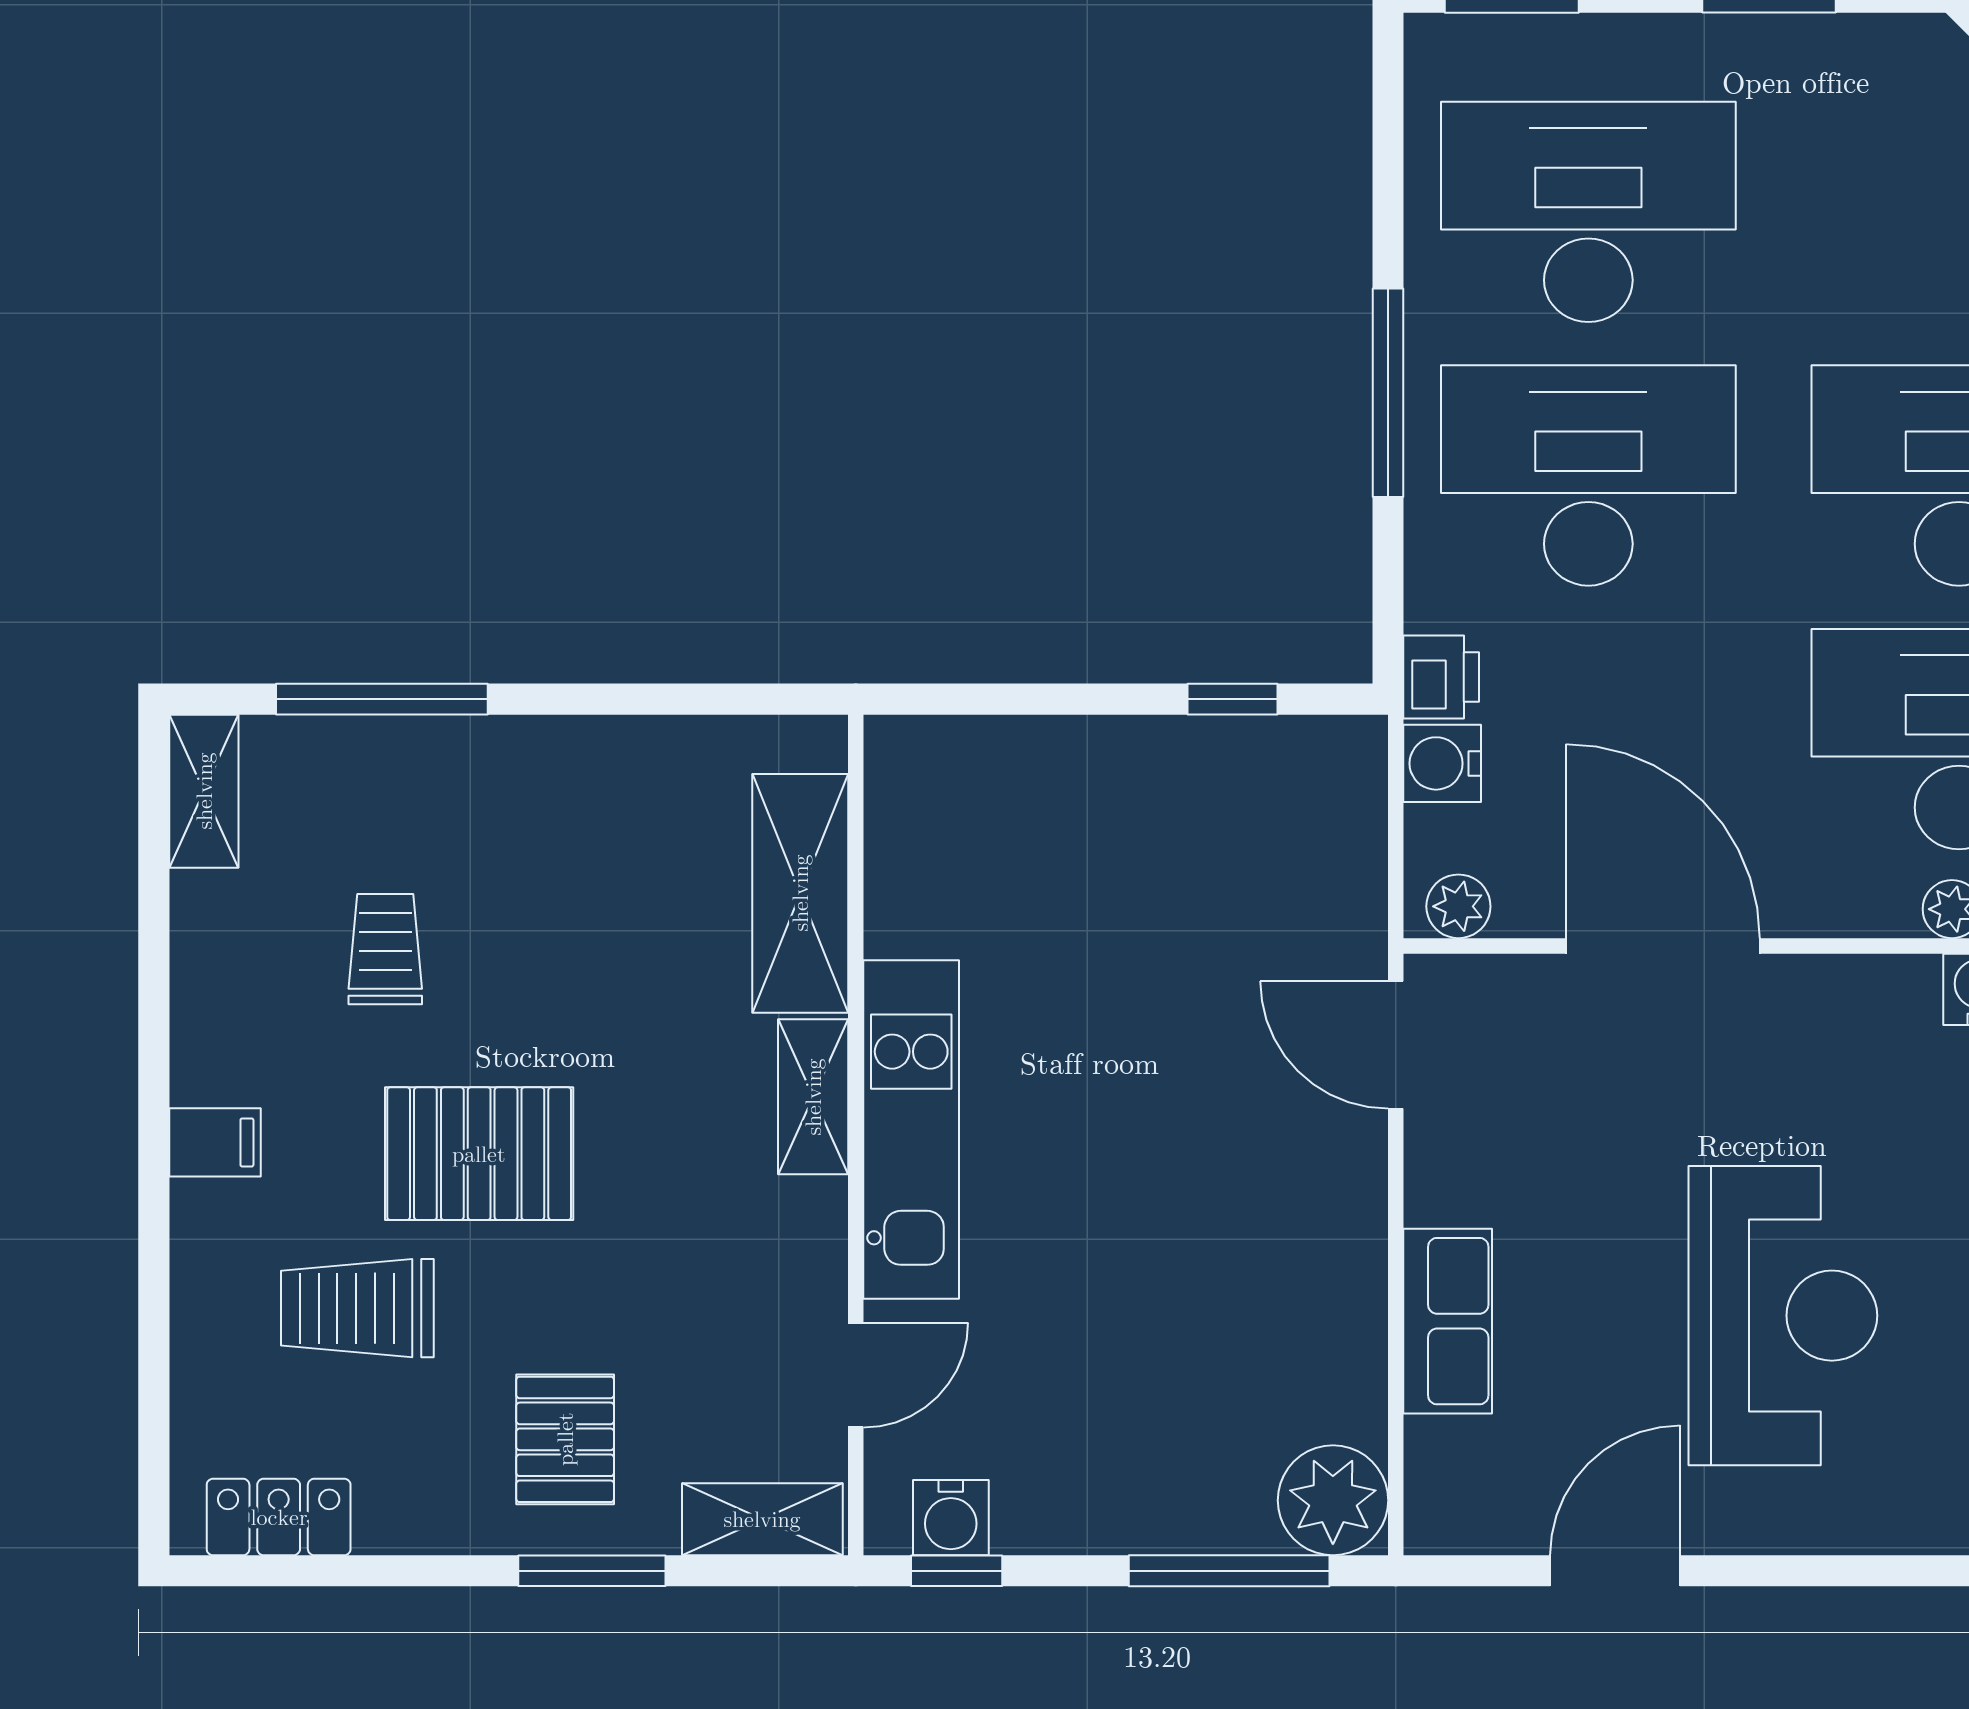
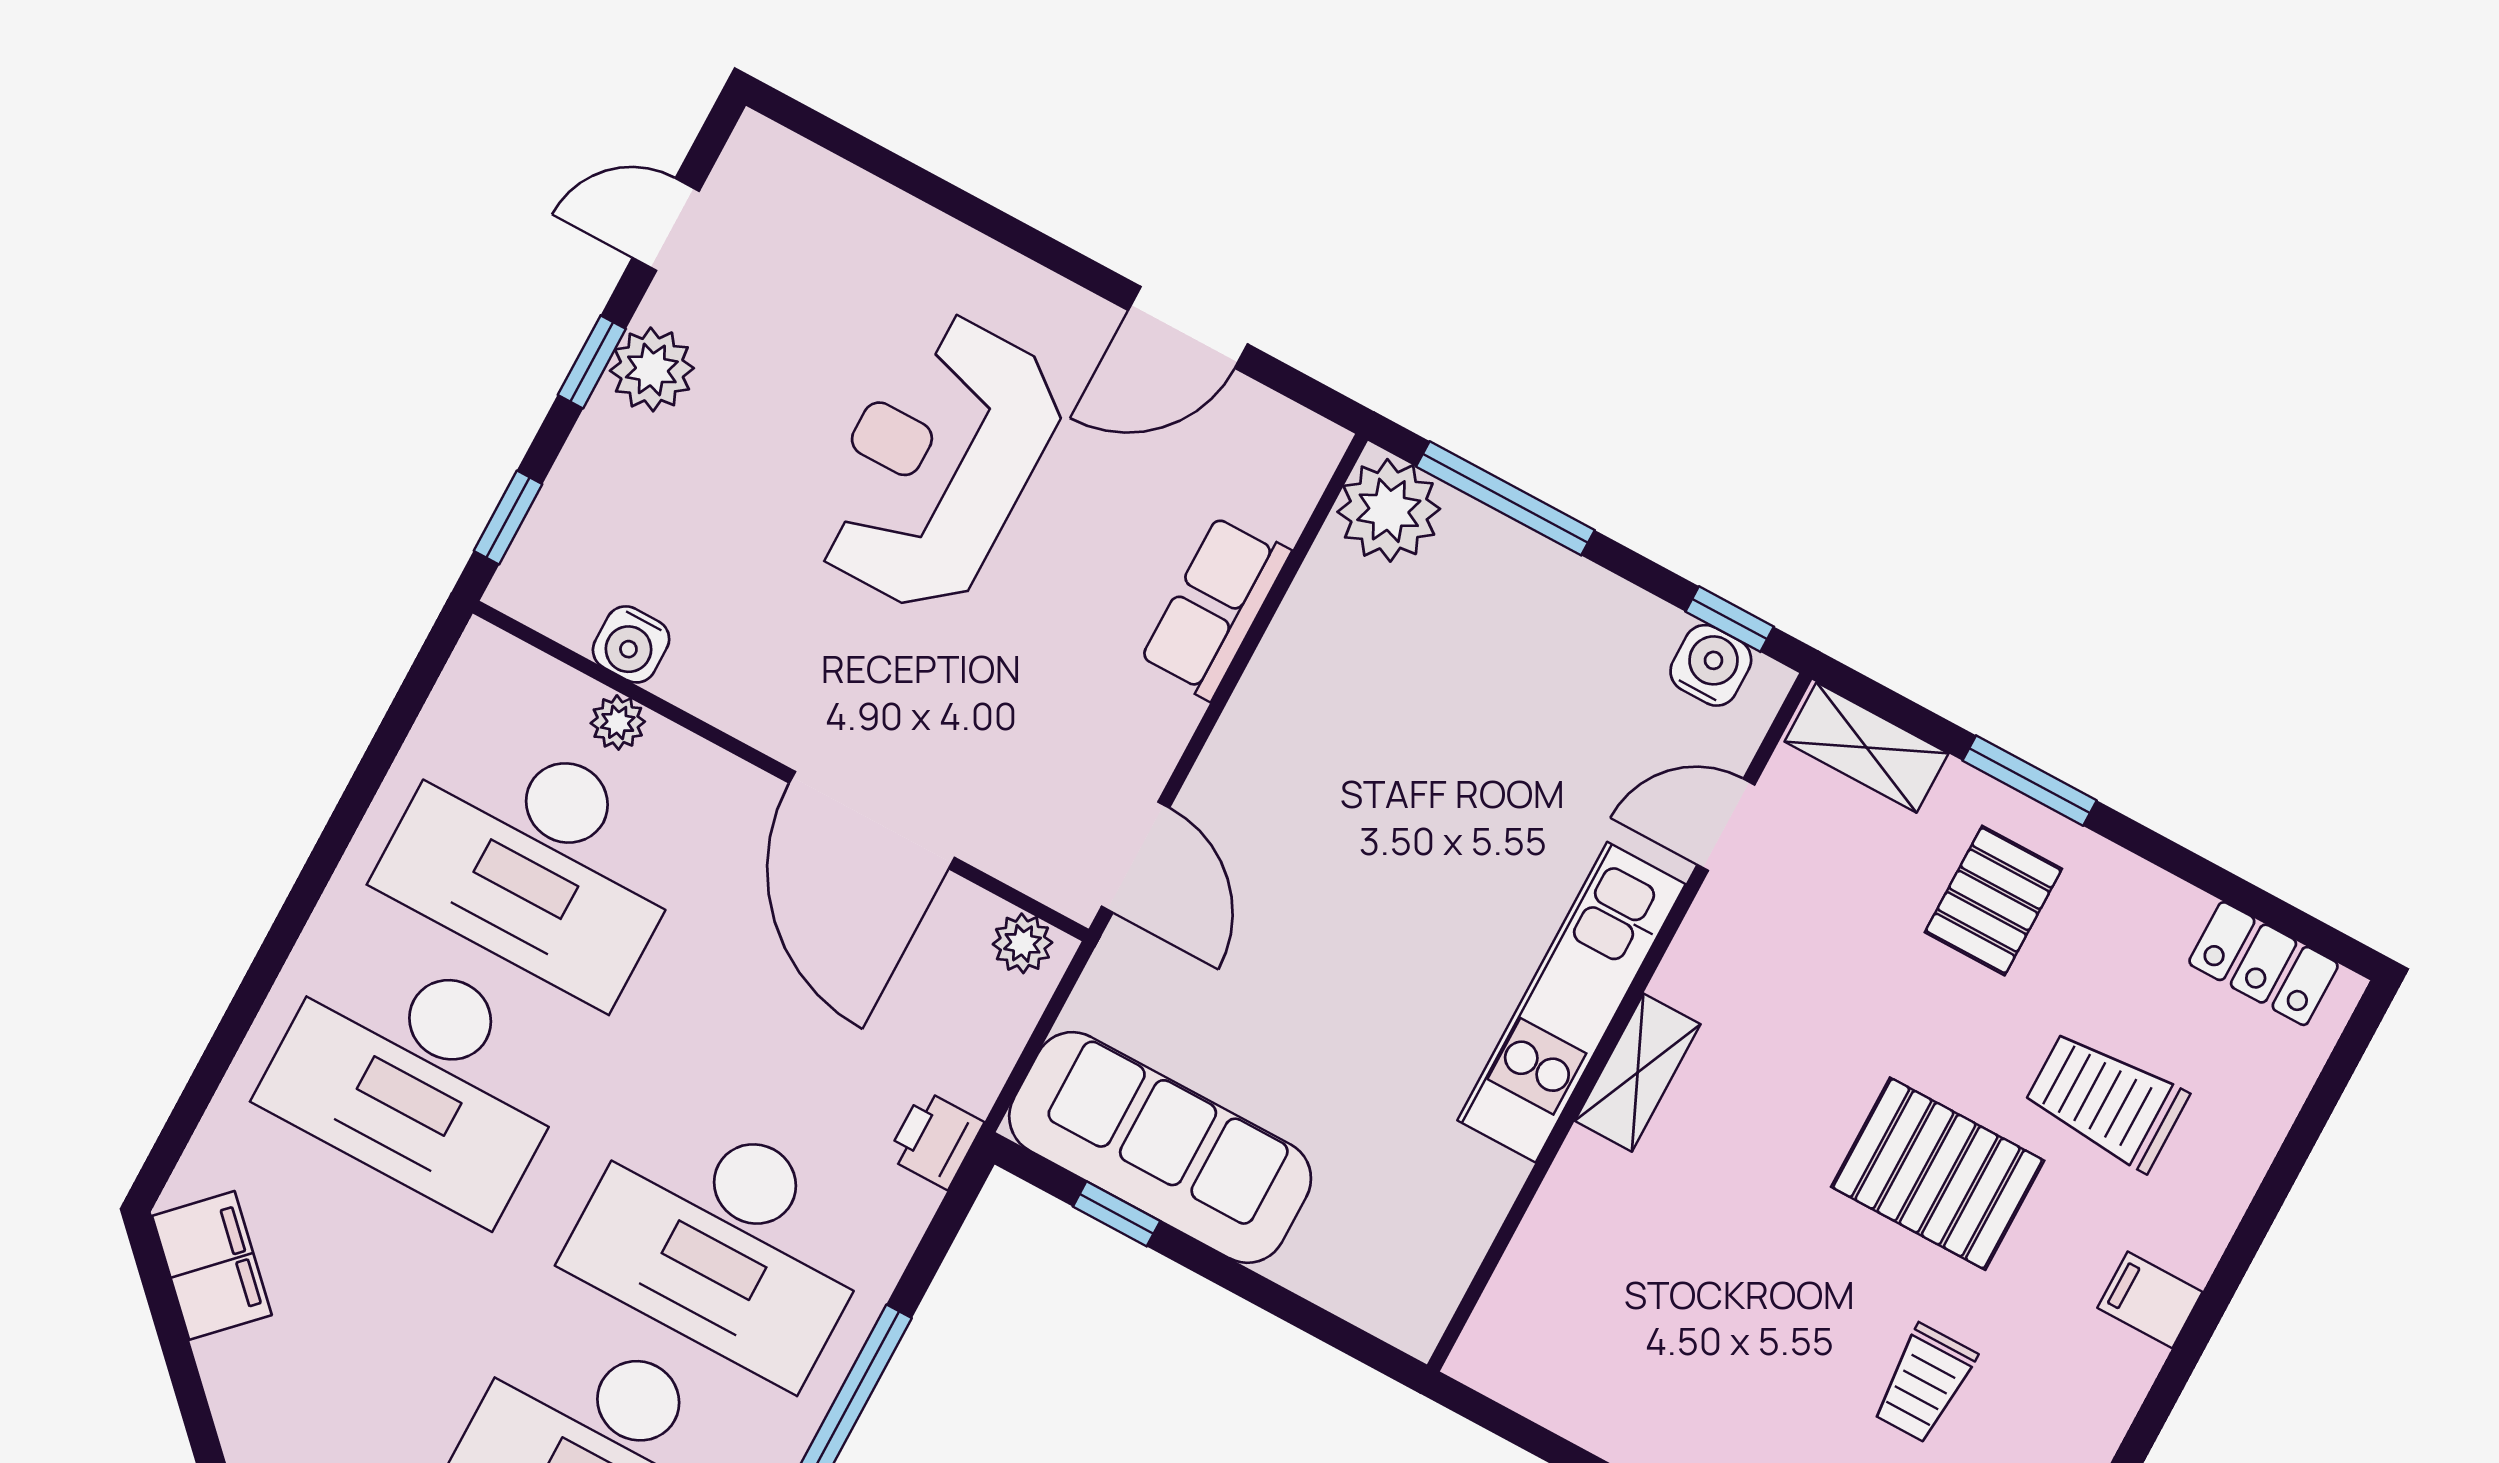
water cooler: (1442, 763) -> (973, 1068), removed
sofa: (1225, 784) -> (1160, 1147), added
shelving: (800, 893) -> (1558, 1245), removed
trolley: (357, 1308) -> (2106, 1100), turned 180

